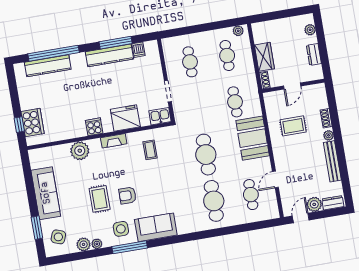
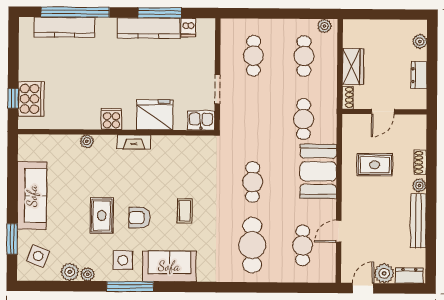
coffee table: (150, 150) -> (185, 211), moved
plant: (80, 151) -> (87, 141), width x0.53, depth x0.53
cafe table: (206, 155) -> (253, 182), width x0.73, depth x0.74

